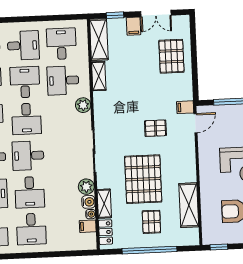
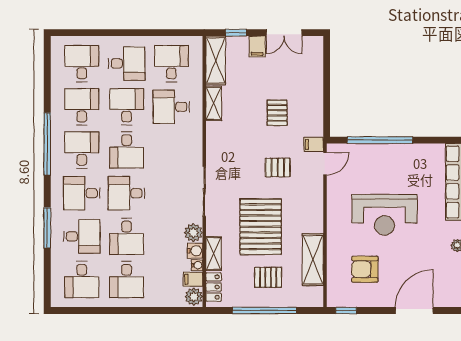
pallet: (171, 56) -> (277, 113), moved, width x0.67, depth x0.71
plant: (83, 105) -> (194, 297), moved
pallet: (151, 222) -> (268, 277), turned 90

